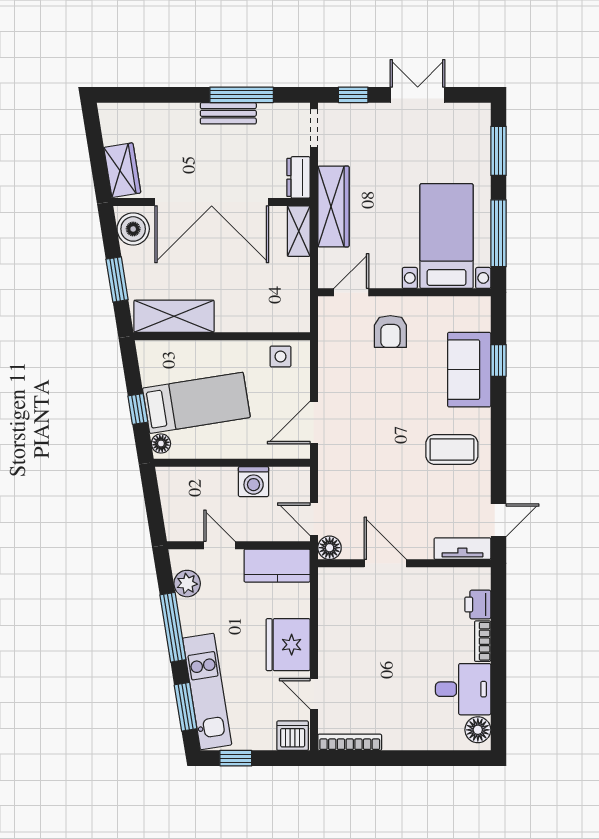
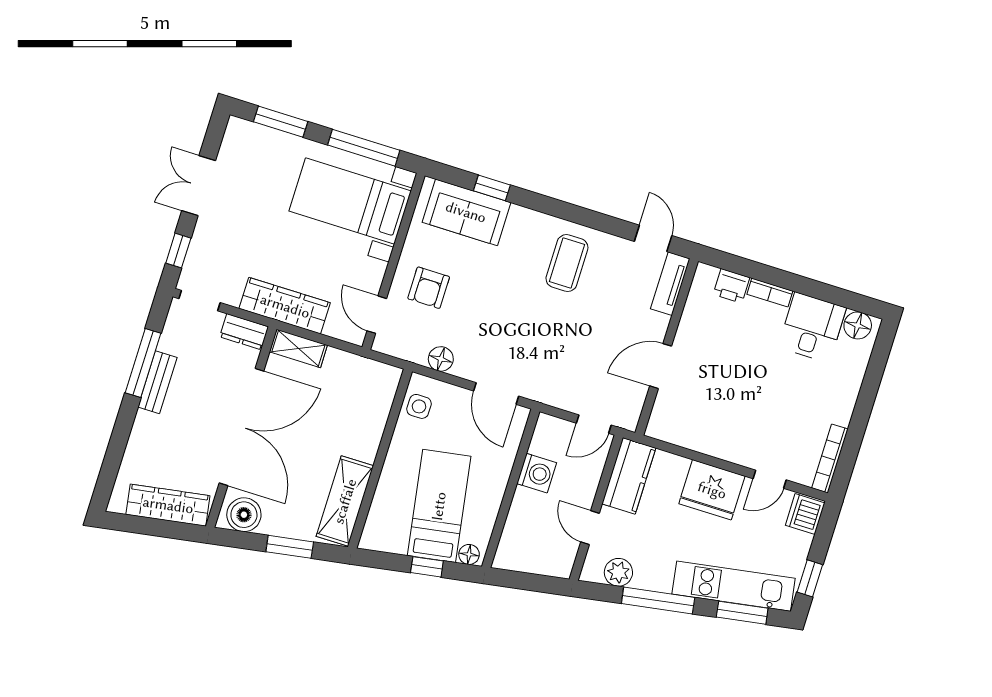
wardrobe: (122, 170) -> (168, 505), width x1.50
armchair: (390, 332) -> (429, 288), turned 90
sofa: (469, 370) -> (466, 212), moved
door: (219, 545) -> (590, 528), hinge flipped
floor lamp: (330, 548) -> (441, 359), moved

